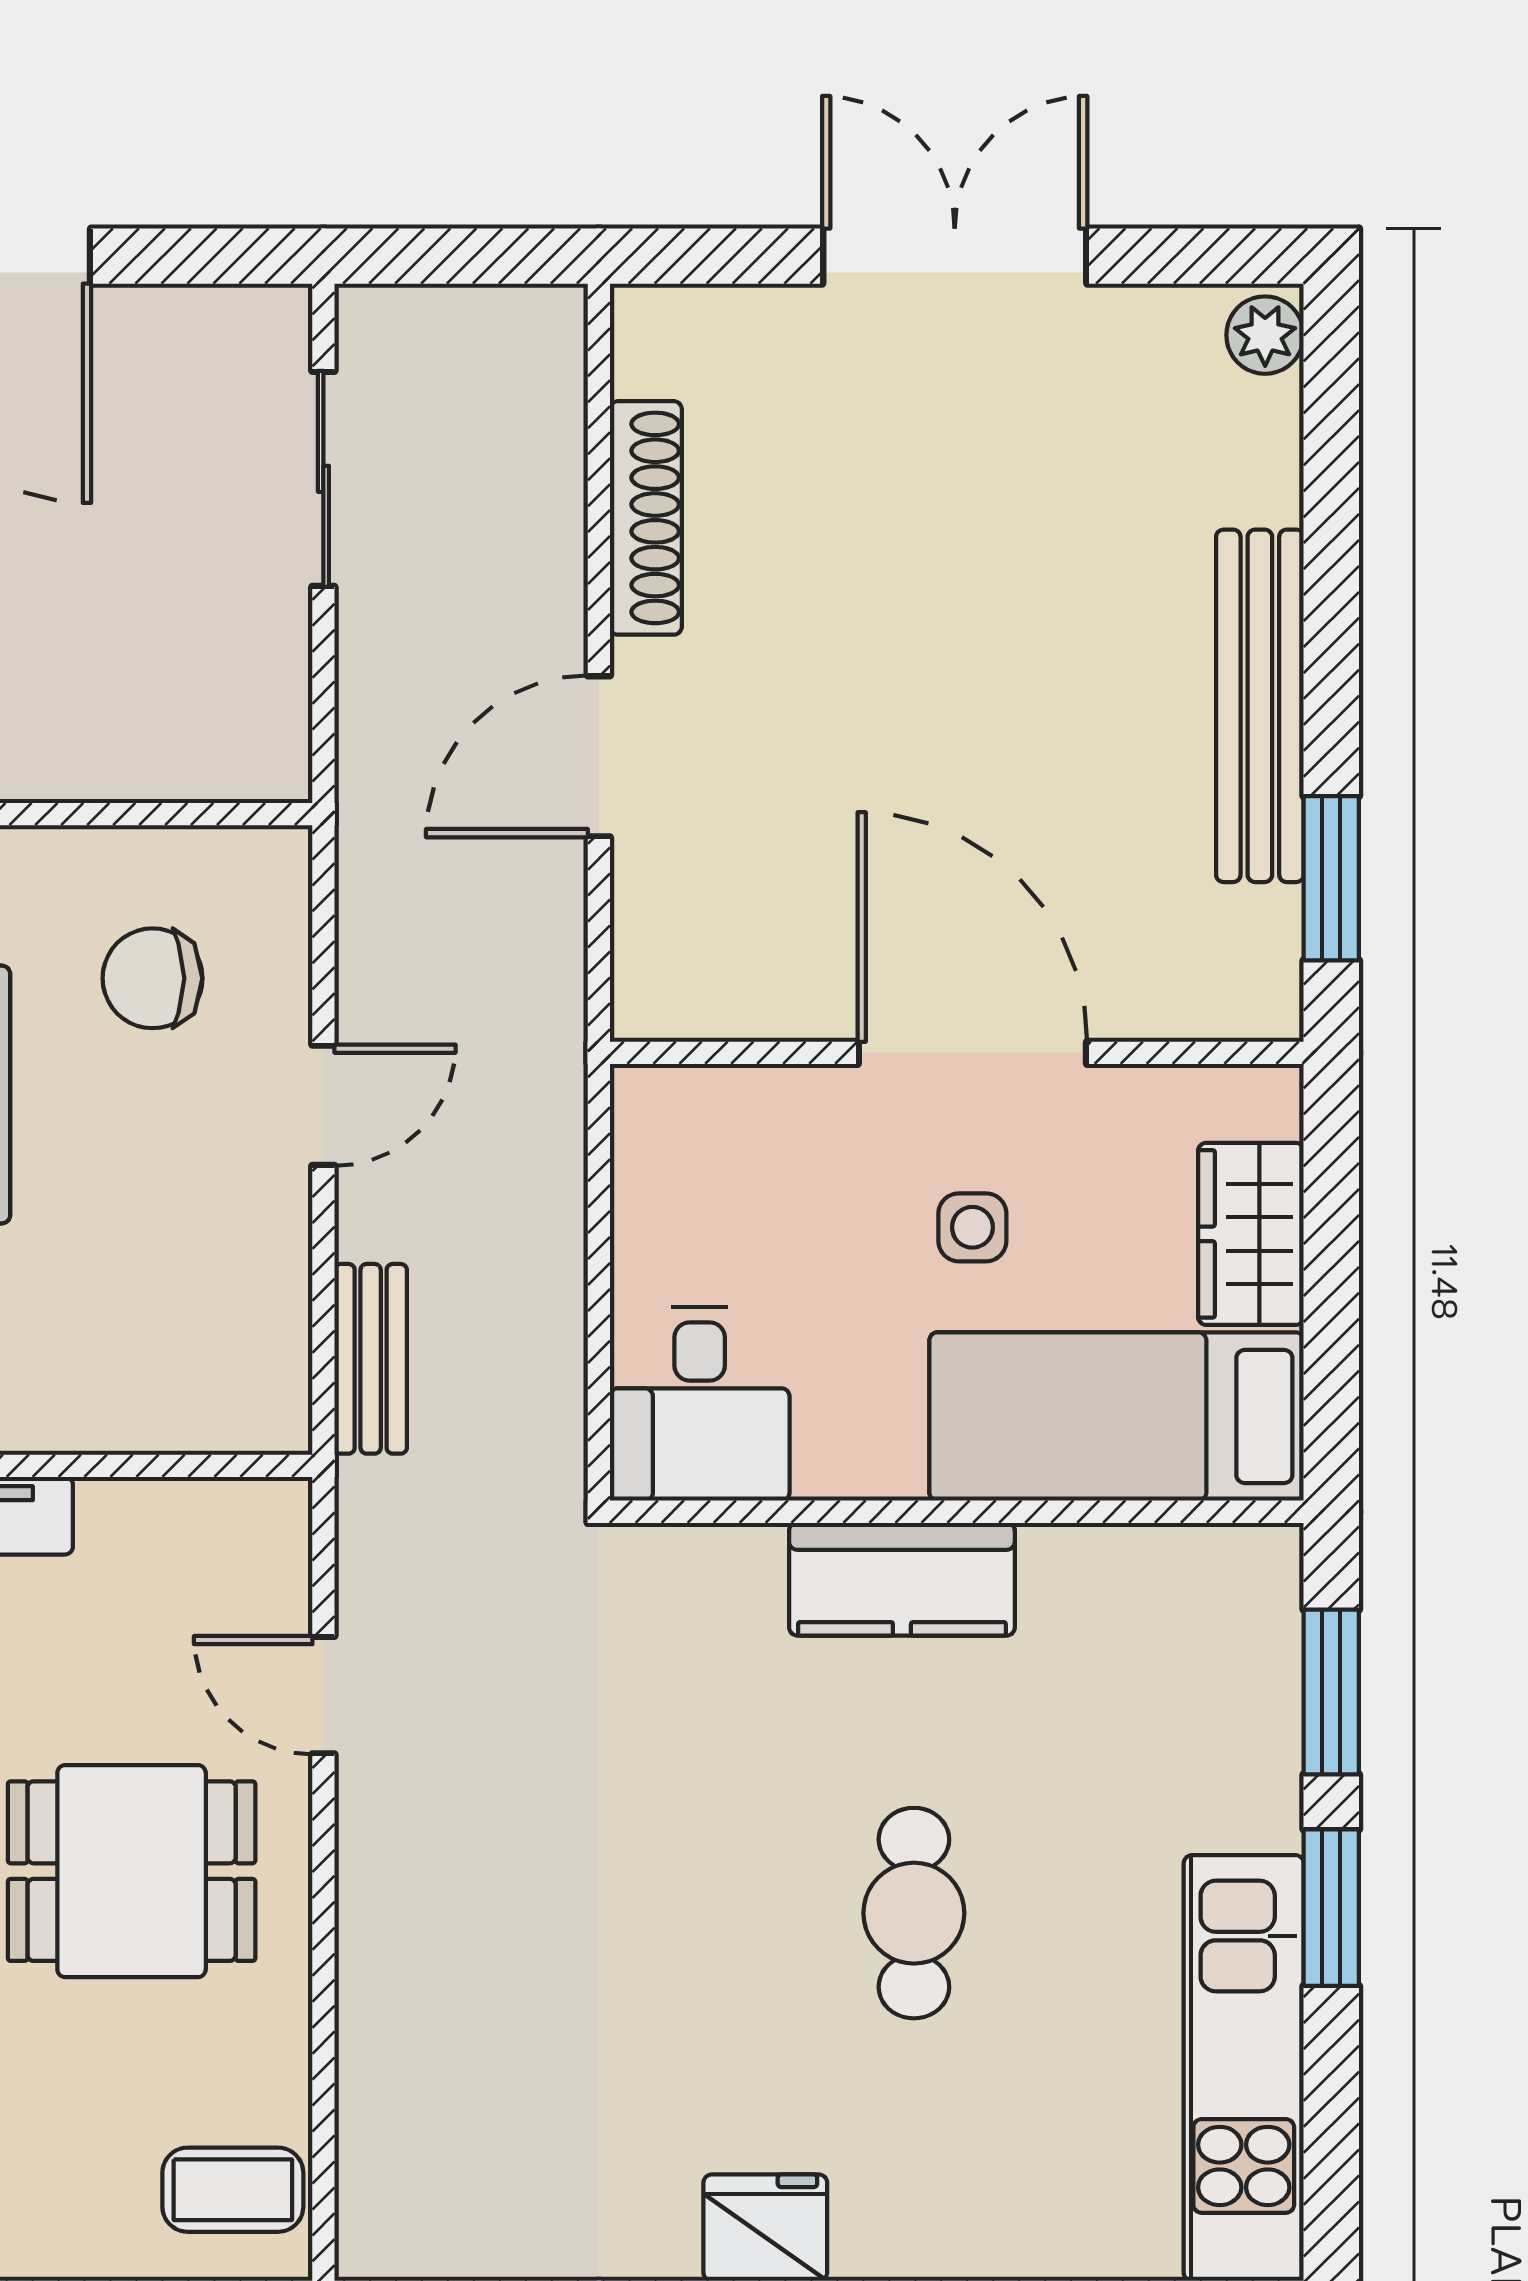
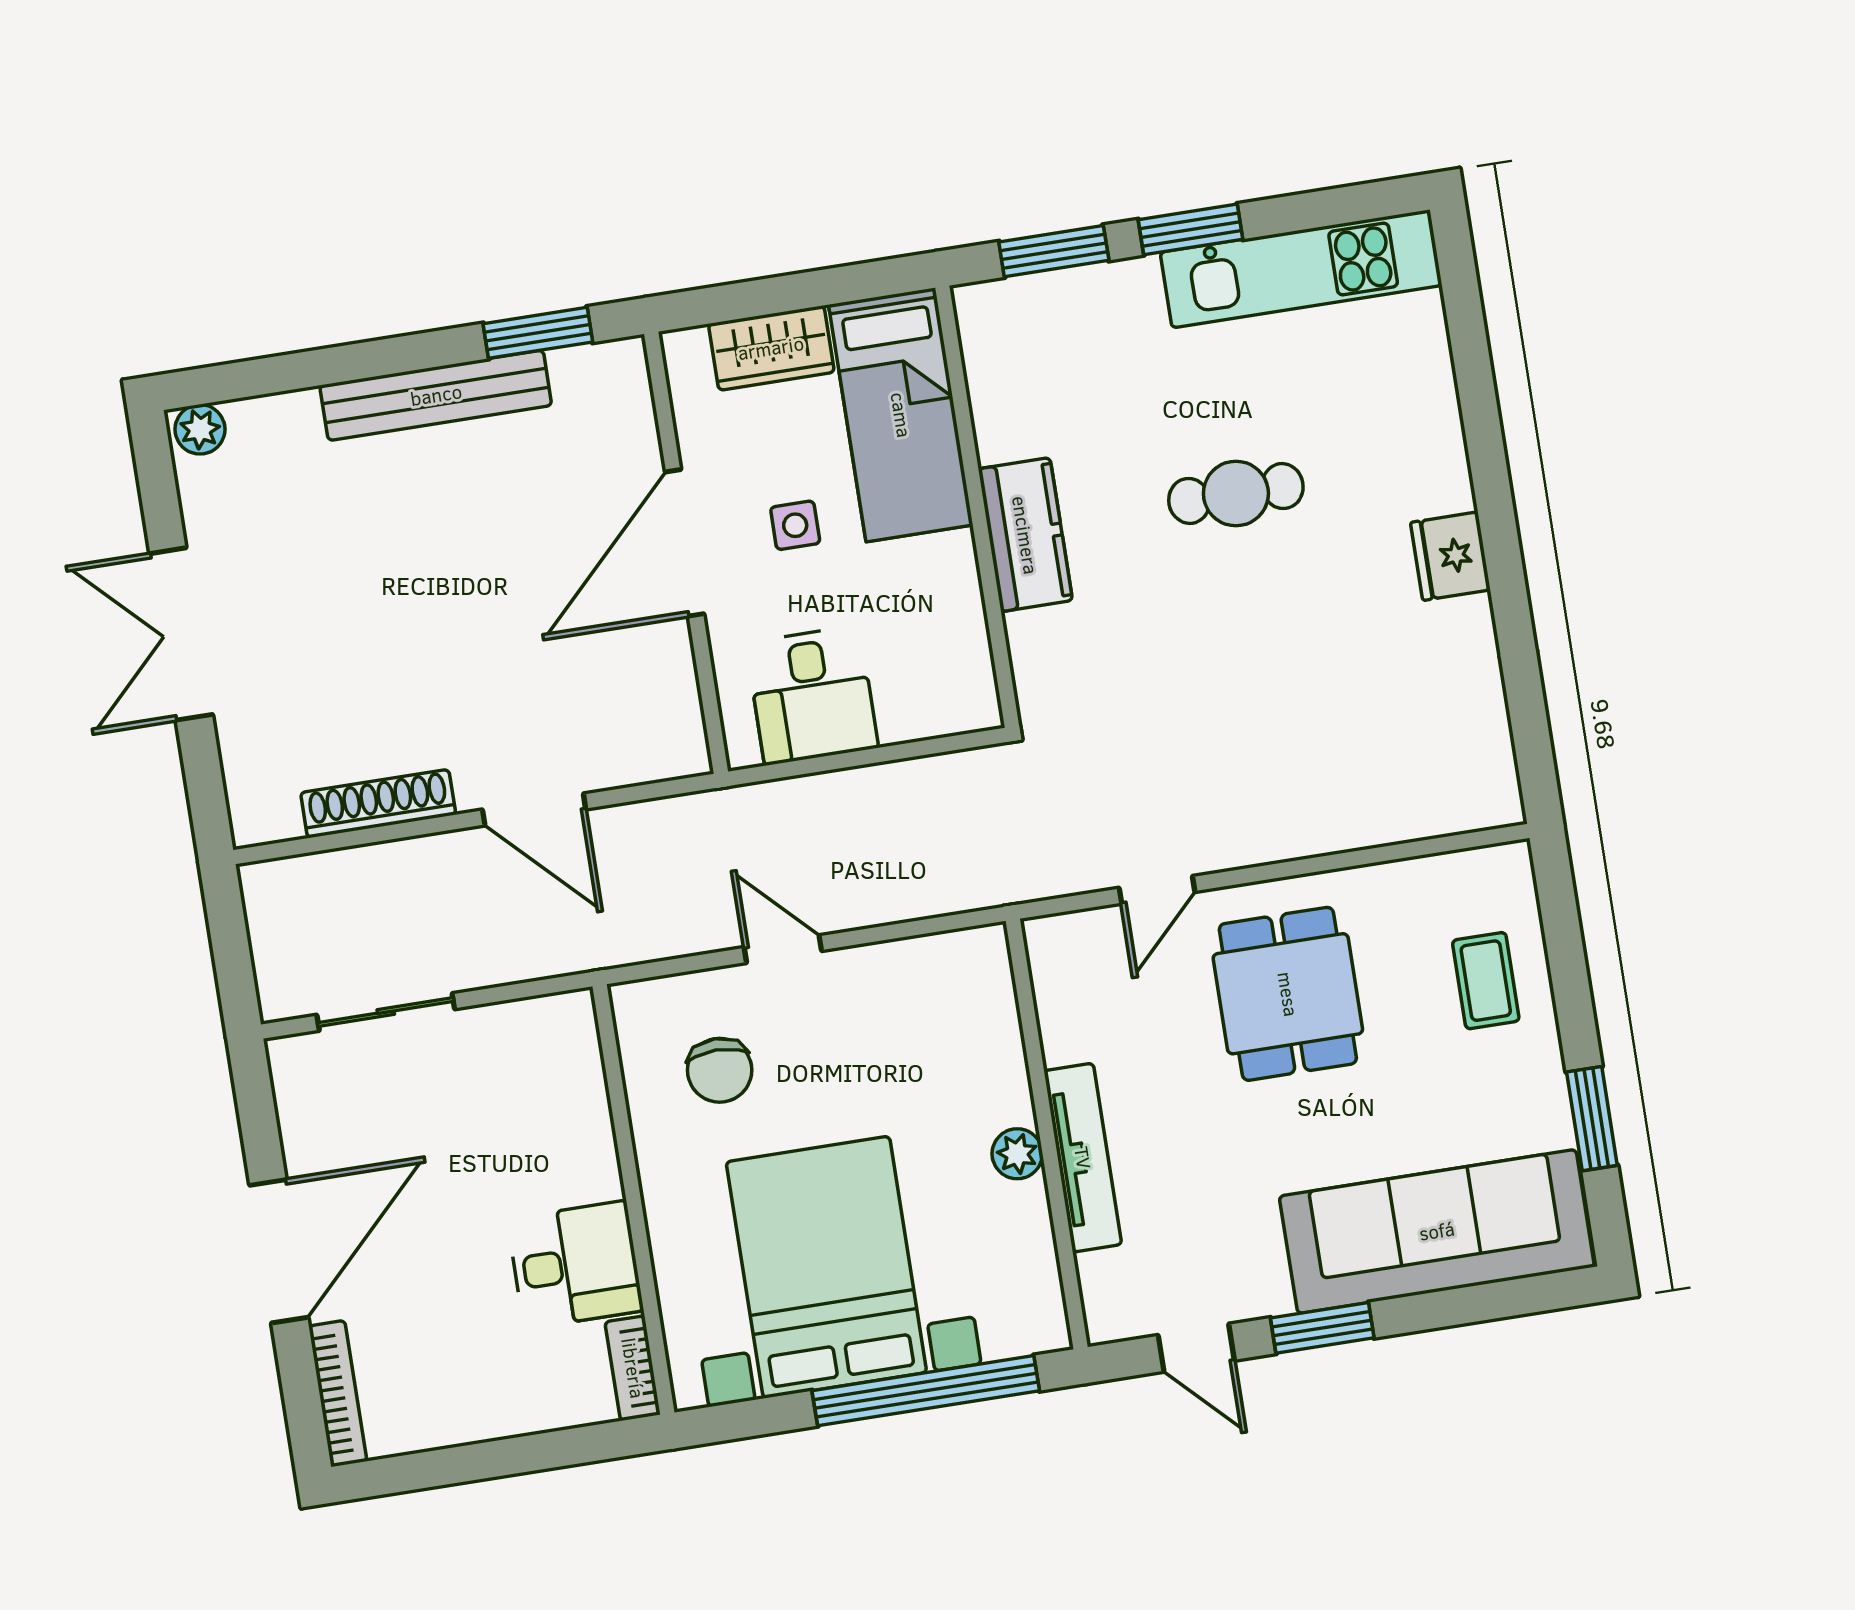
bench: (371, 1359) -> (939, 894), removed
desk: (700, 1404) -> (812, 695), moved, turned 90
coffee table: (233, 2190) -> (1486, 981), moved

